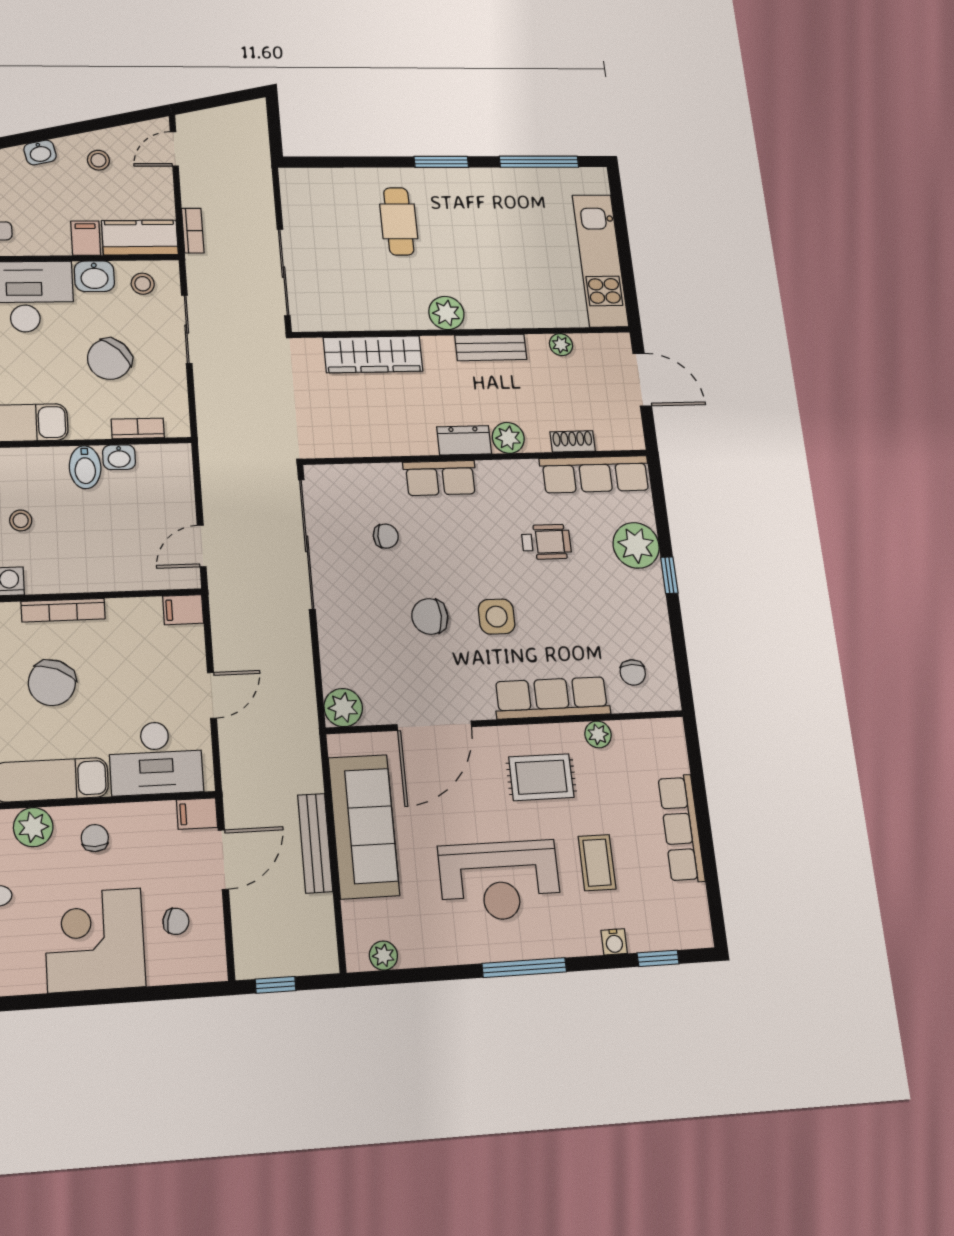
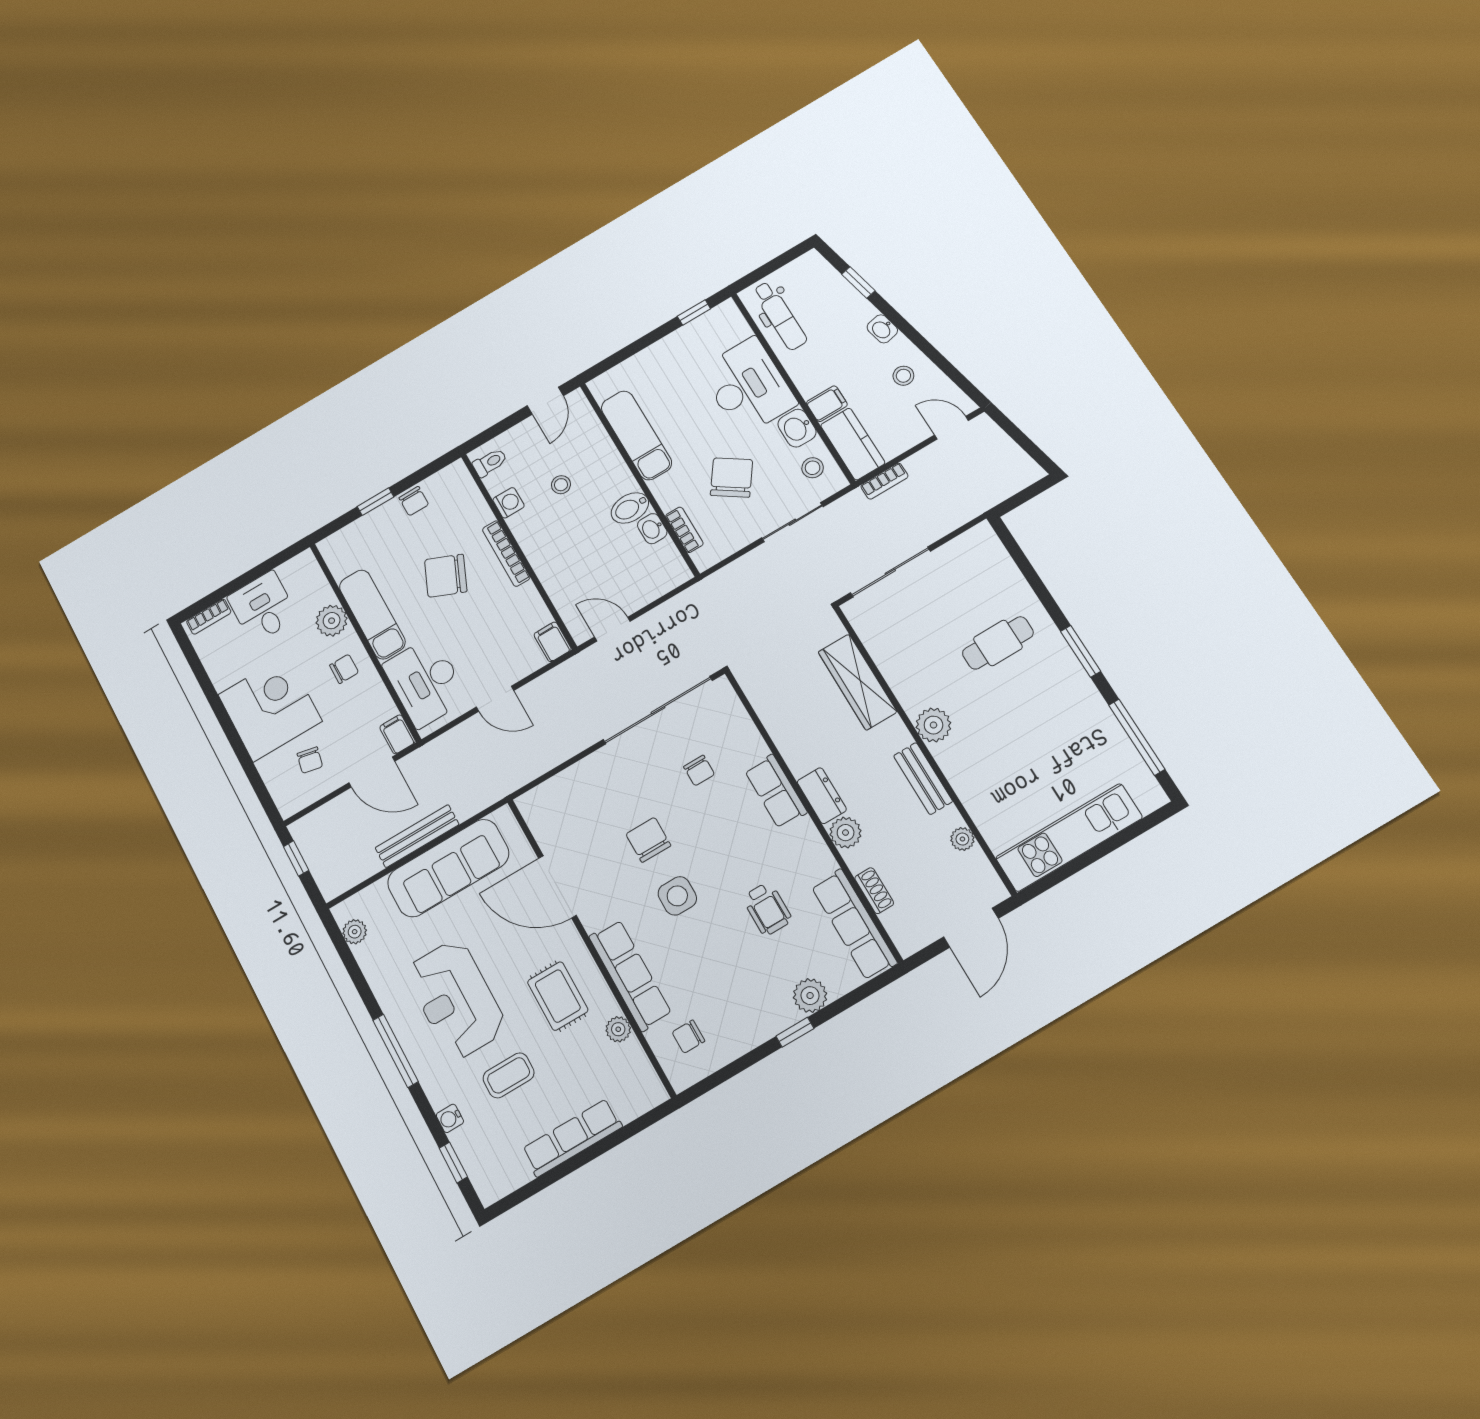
chair: (109, 359) -> (732, 478), turned 79
plant: (636, 545) -> (810, 996), width x0.73, depth x0.73
plant: (343, 708) -> (536, 806), removed

